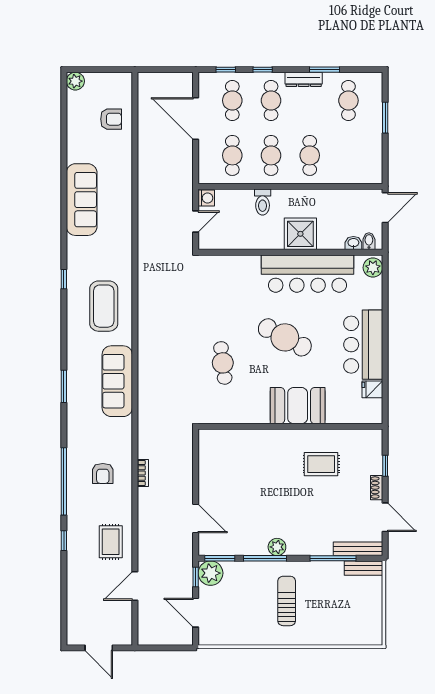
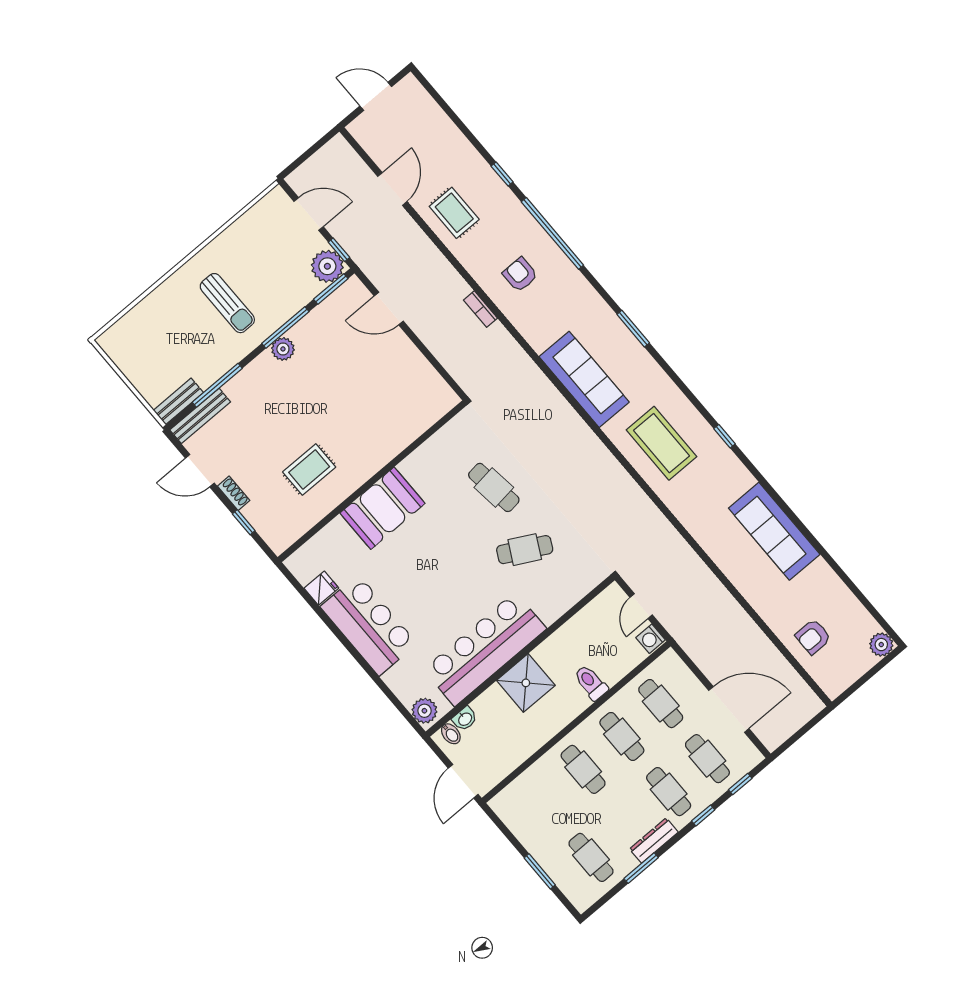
cafe table: (285, 337) -> (525, 550), moved, width x0.73, depth x0.74

